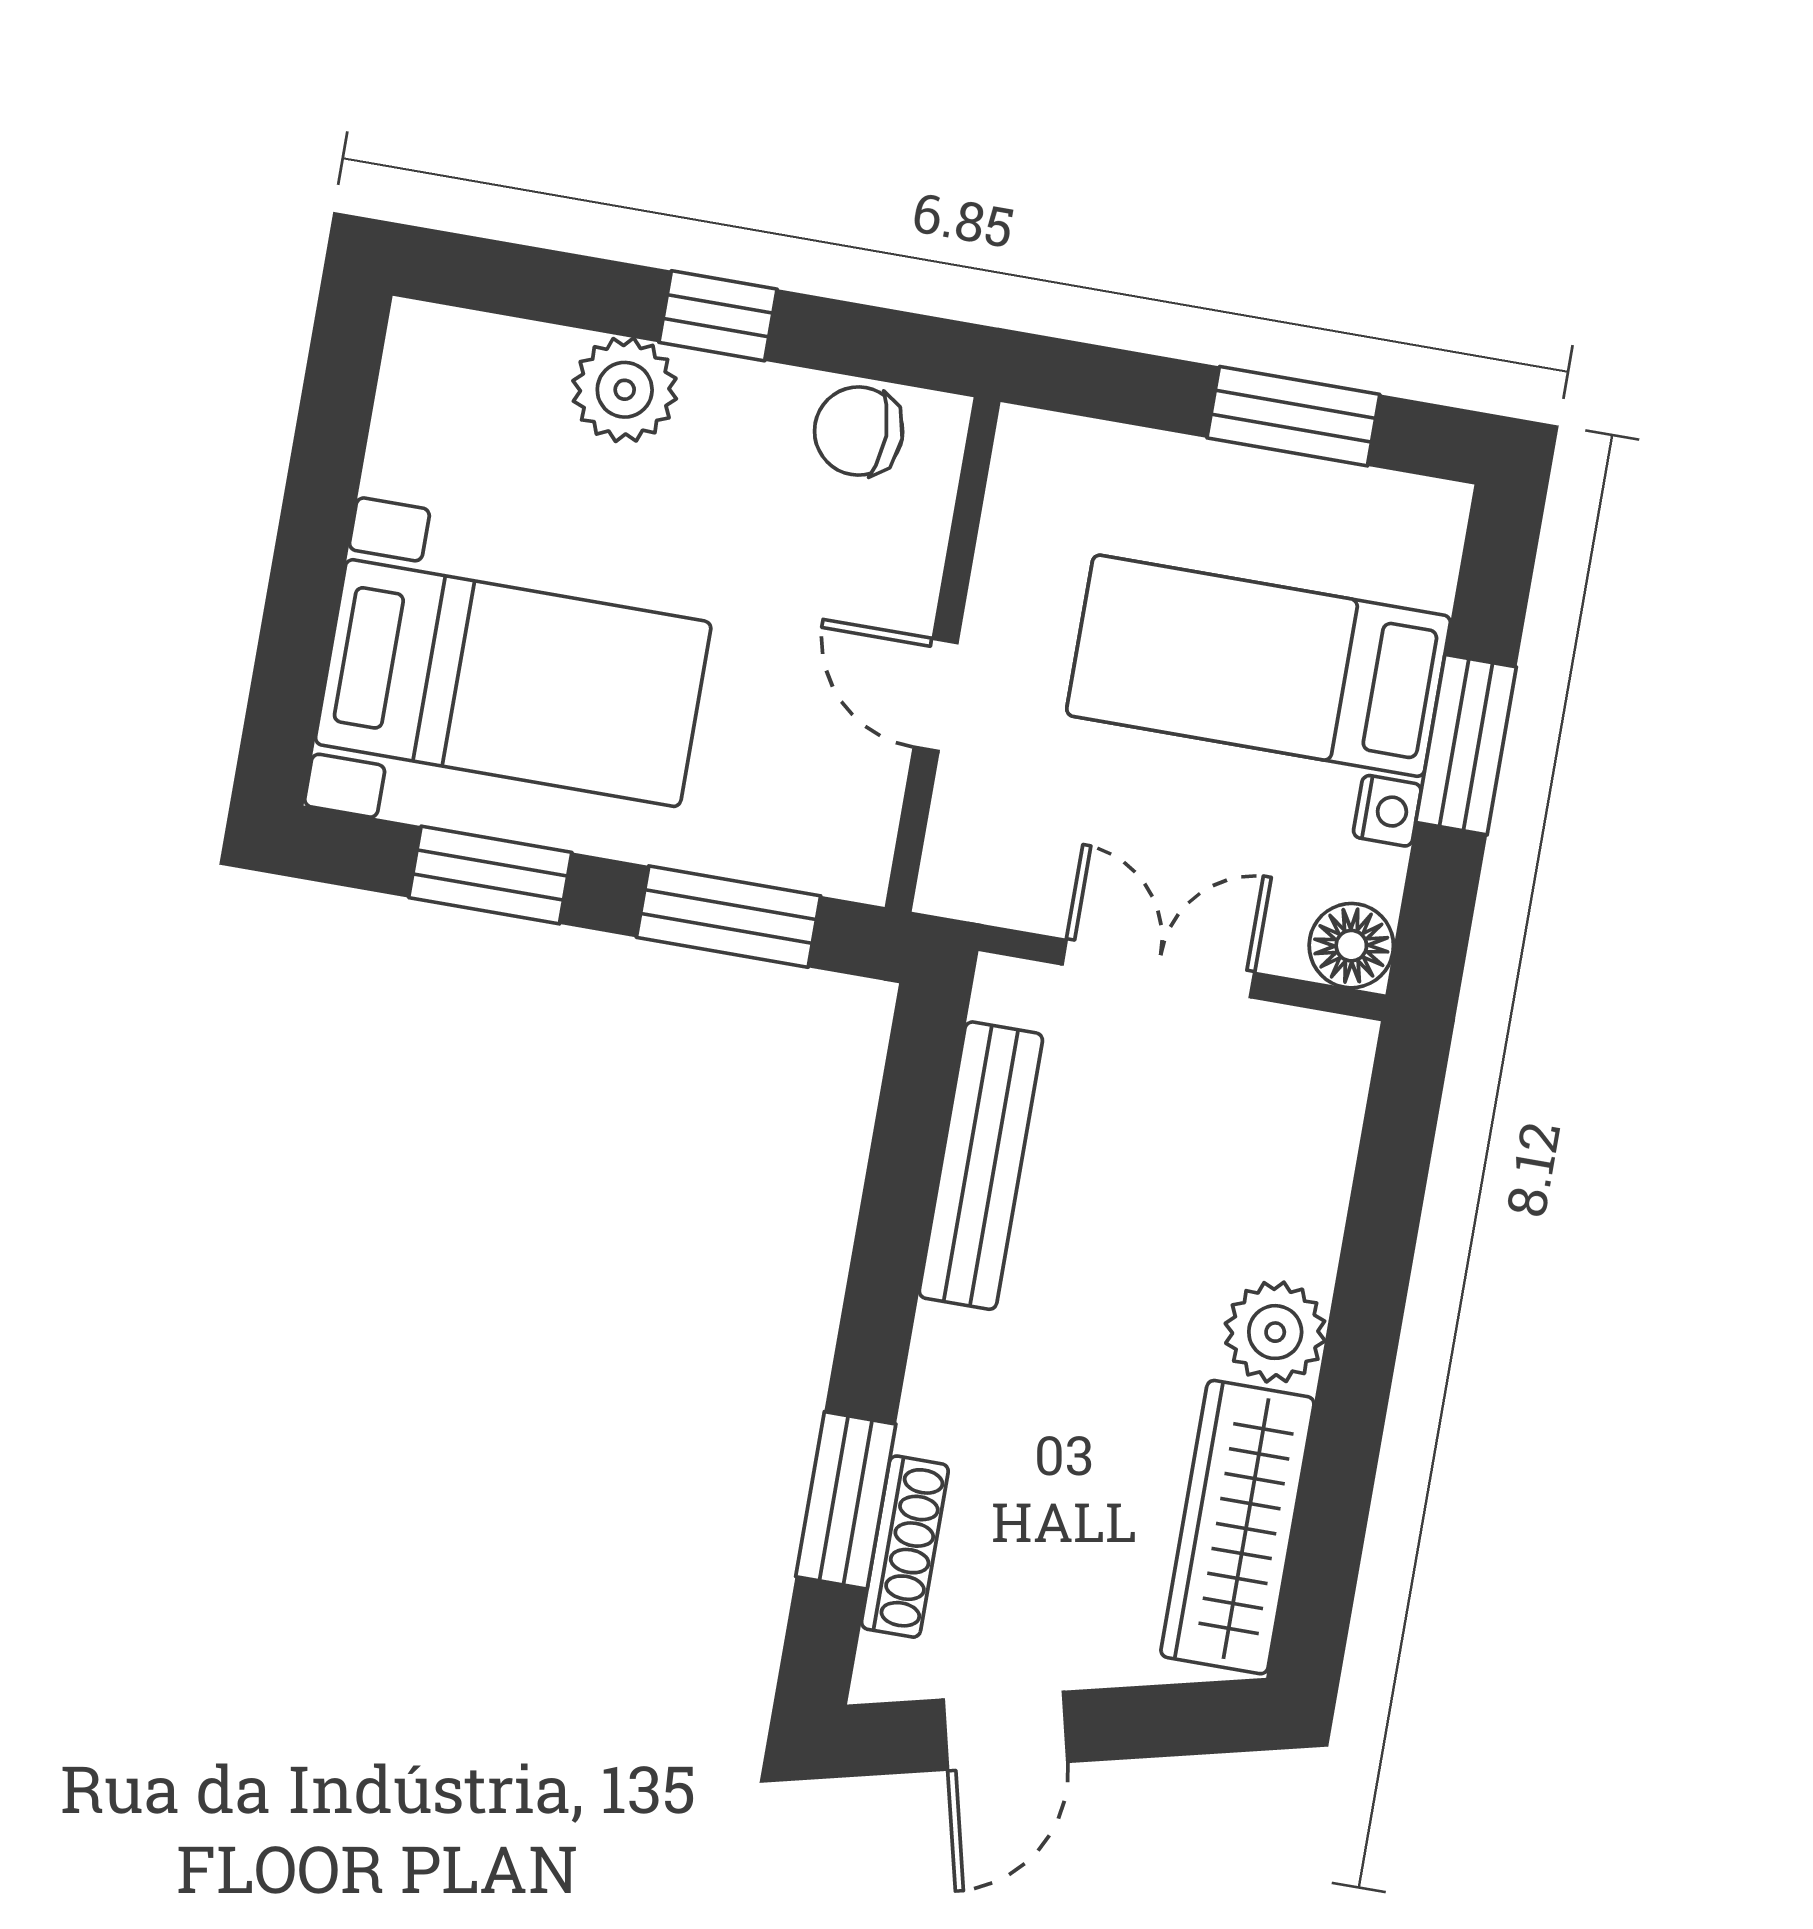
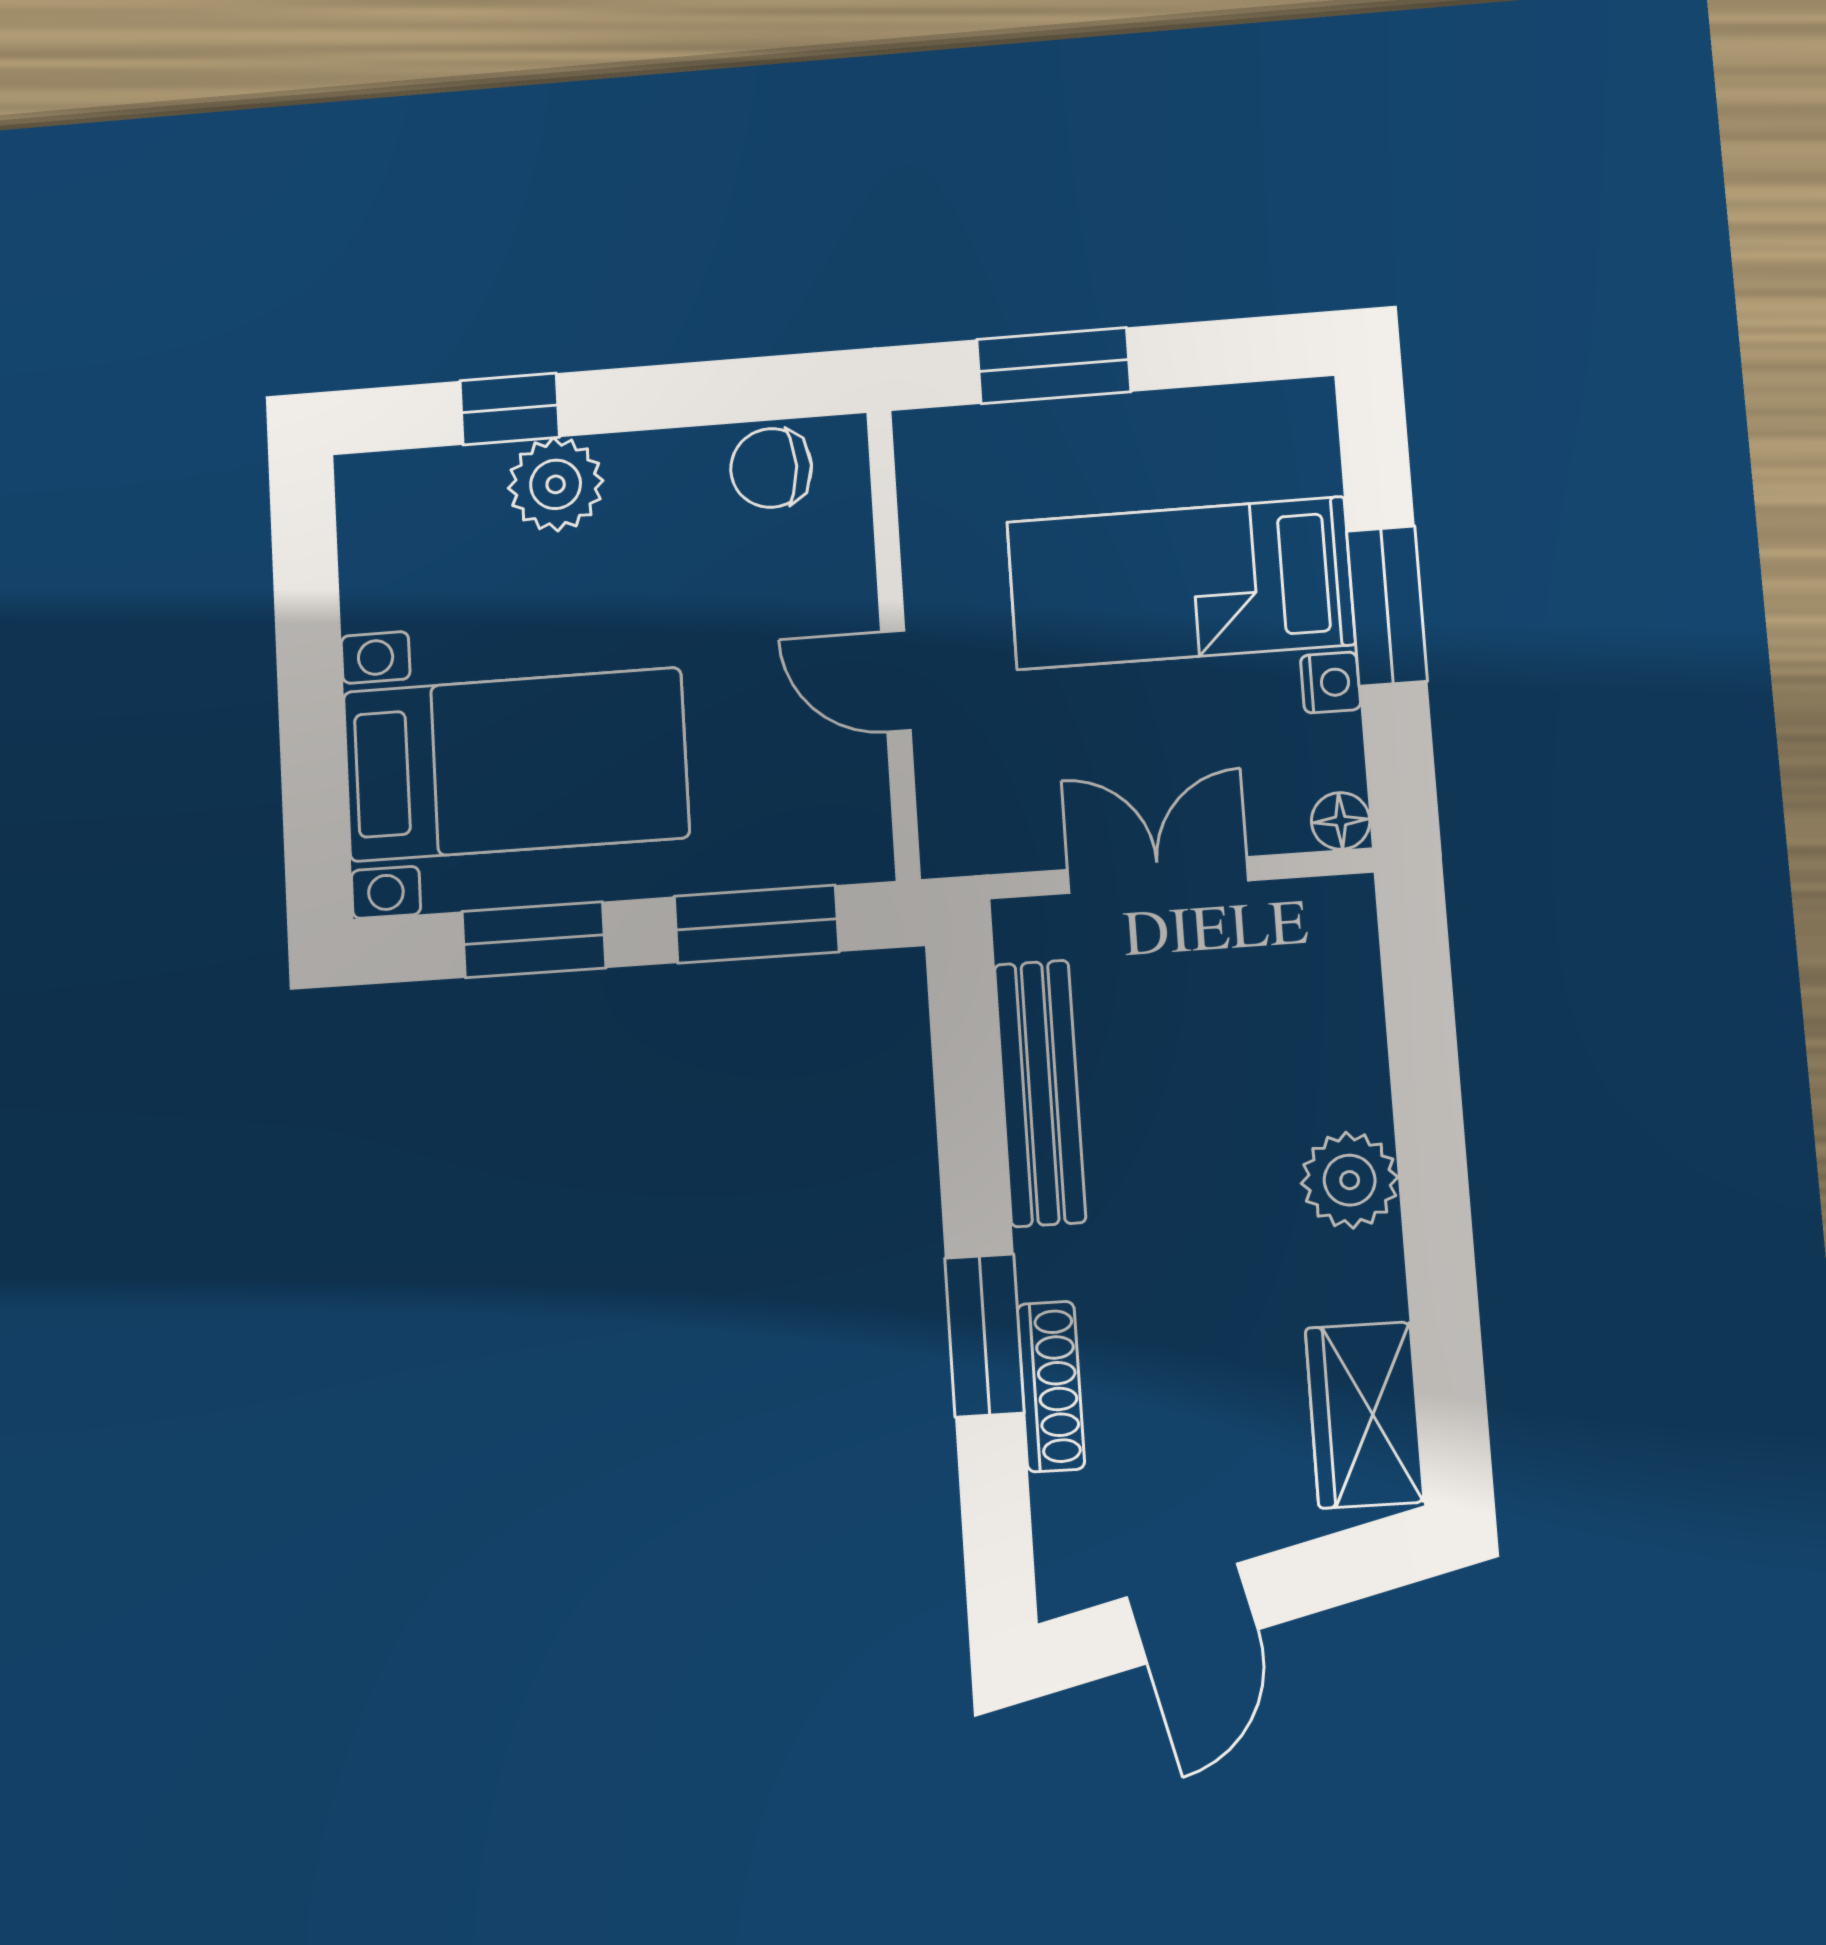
window: (718, 316) -> (510, 409), moved
window: (1293, 416) -> (1054, 366), moved
floor lamp: (1351, 946) -> (1341, 821), width x0.73, depth x0.73
window: (846, 1500) -> (984, 1335), moved
wardrobe: (1237, 1527) -> (1364, 1415), width x0.67
shoe rack: (905, 1547) -> (1051, 1386), moved

